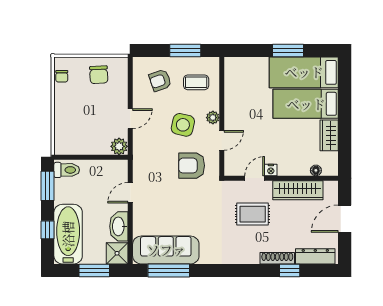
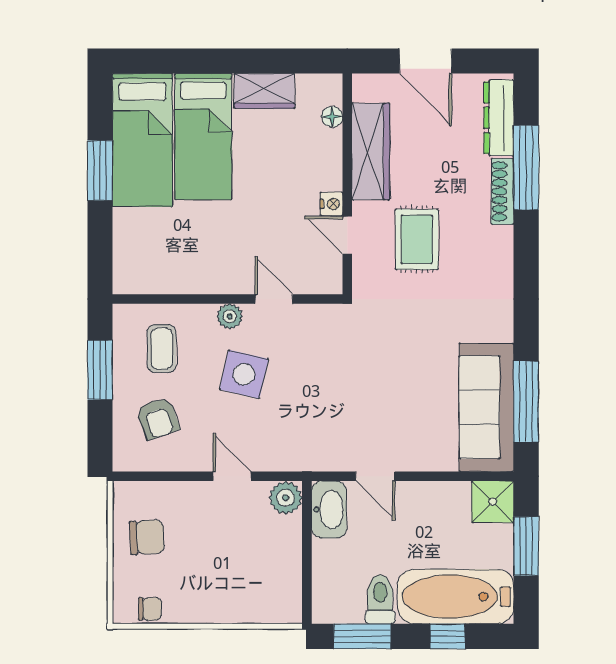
armchair: (192, 166) -> (323, 358), removed
toilet: (67, 170) -> (380, 599), moved
washbasin: (119, 226) -> (329, 510), moved, turned -90
window: (290, 271) -> (526, 168), width x2.17

